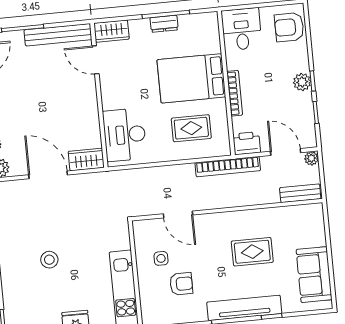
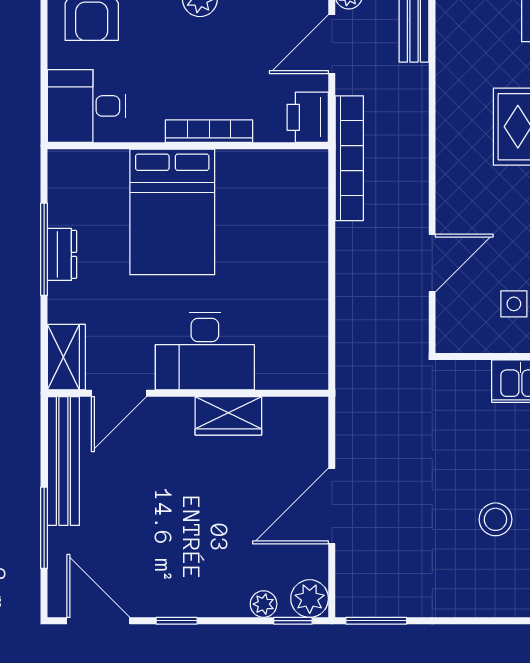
rug: (191, 128) -> (268, 221), removed
desk: (125, 135) -> (205, 351), moved
wardrobe: (86, 159) -> (228, 416), moved, turned -90

